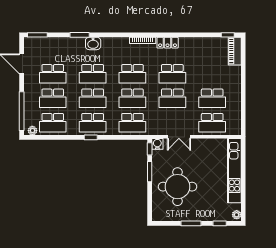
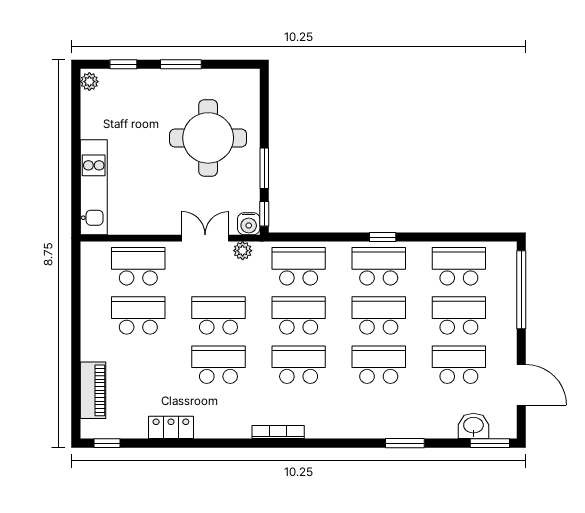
washbasin: (93, 43) -> (473, 426), moved
locker: (168, 43) -> (171, 427), moved
piano: (235, 51) -> (93, 390), moved
plant: (32, 131) -> (243, 251), moved
kitchen unit: (234, 171) -> (94, 187), width x0.73

